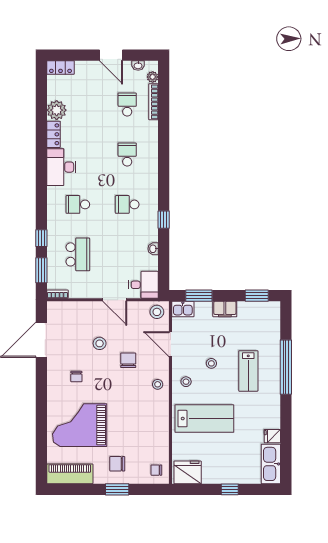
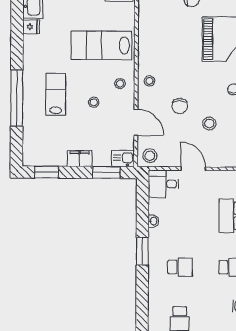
window: (164, 220) -> (142, 251), width x1.50

